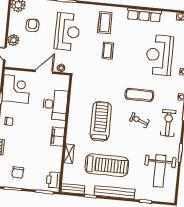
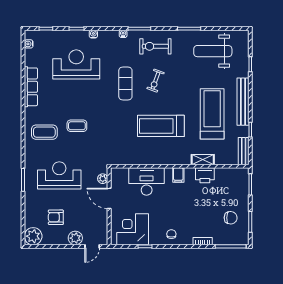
reception desk: (159, 55) -> (76, 64), turned 180
filing cabinet: (58, 137) -> (178, 175), width x0.50
weight bench: (160, 171) -> (213, 51), turned 180
printer: (53, 180) -> (205, 175), moved

